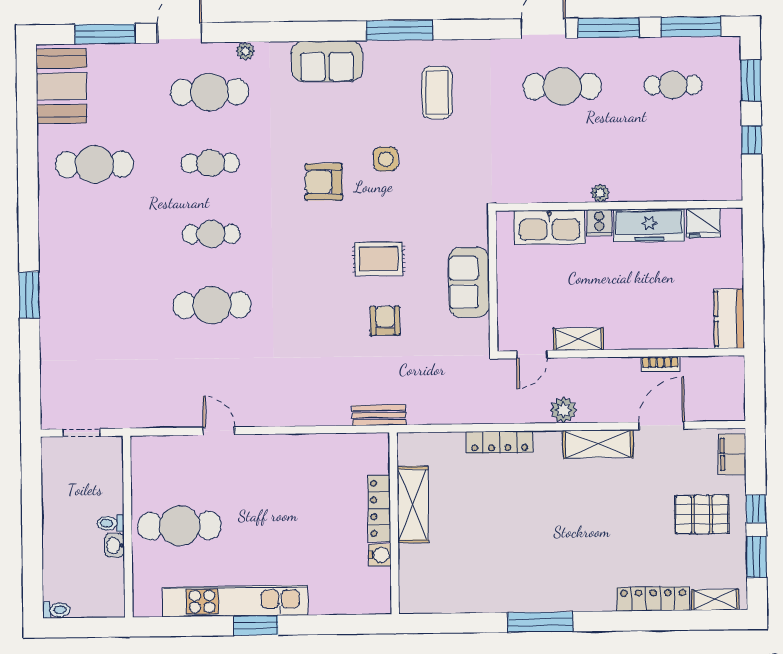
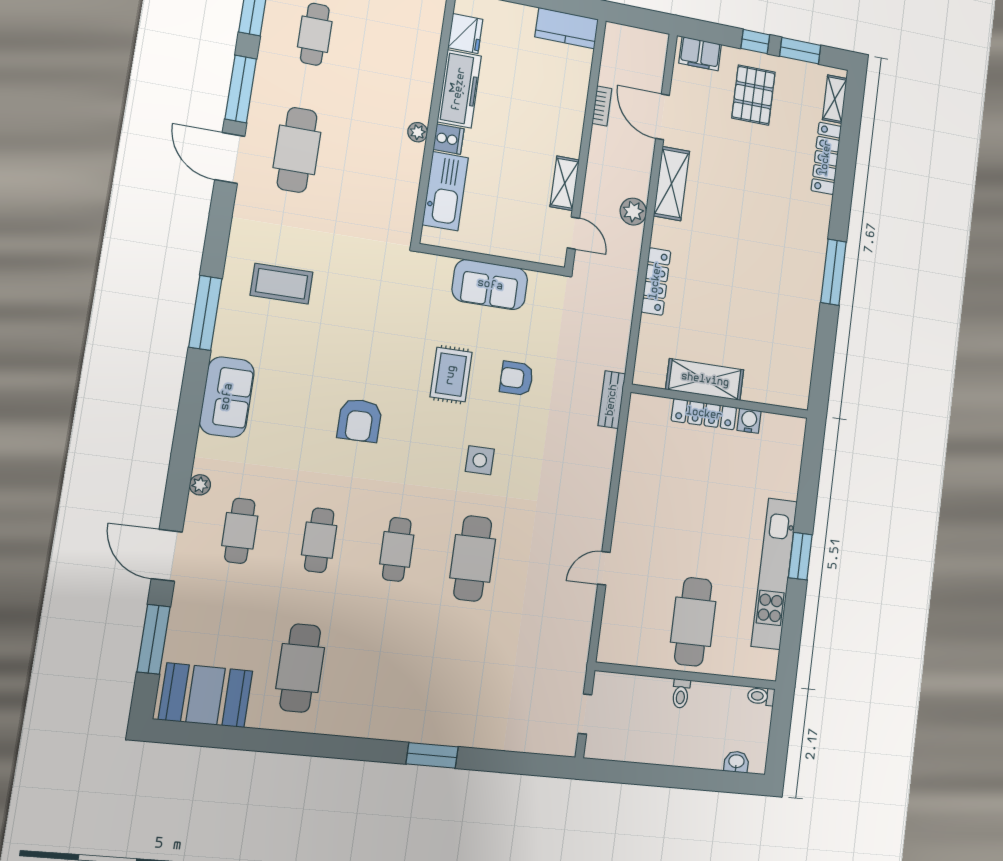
cafe table: (209, 92) -> (240, 531), width x0.73, depth x0.74
side table: (386, 159) -> (480, 460), moved
washbasin: (115, 545) -> (736, 762), moved, turned 180
toilet: (56, 610) -> (761, 696), moved, turned -90

